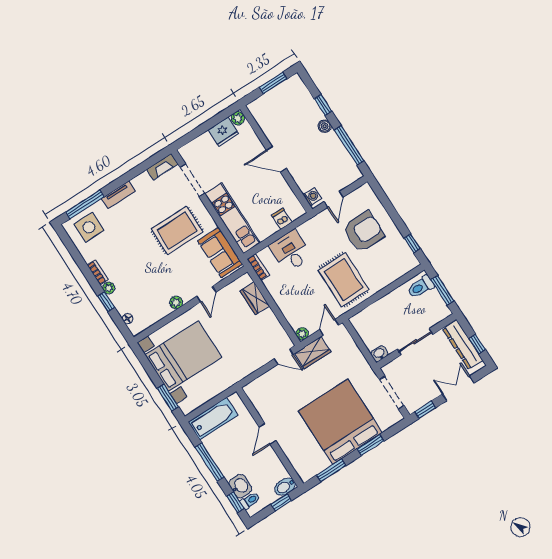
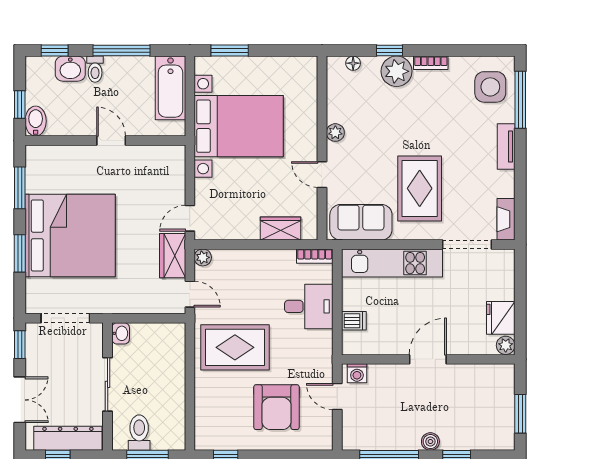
toilet: (421, 287) -> (139, 433), moved
plant: (109, 288) -> (397, 71), width x1.88, depth x1.88
bed with nightstands: (183, 356) -> (239, 126), moved, turned -90
toilet: (250, 501) -> (95, 69), moved

